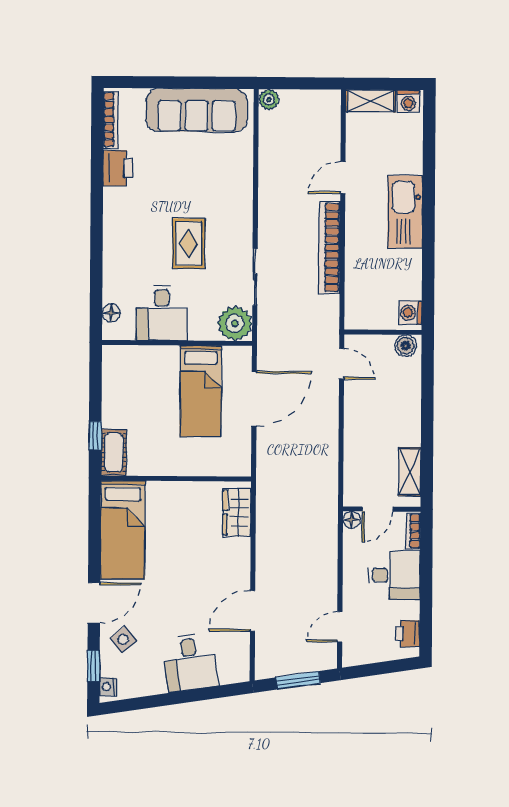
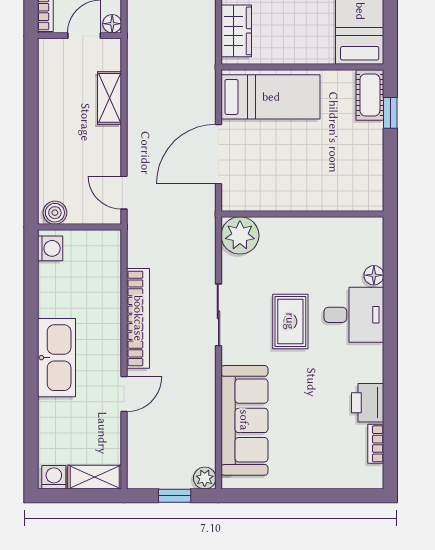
window: (297, 83) -> (175, 496), added
sofa: (197, 110) -> (244, 420), moved, turned 90
bookcase: (111, 120) -> (376, 444), width x0.64
sliding door: (255, 277) -> (218, 315), moved
floor lamp: (111, 313) -> (374, 275), moved
desk: (162, 313) -> (354, 315), moved, turned 90
bed: (201, 391) -> (271, 97), moved, turned 90
shelving: (410, 472) -> (110, 98), moved

